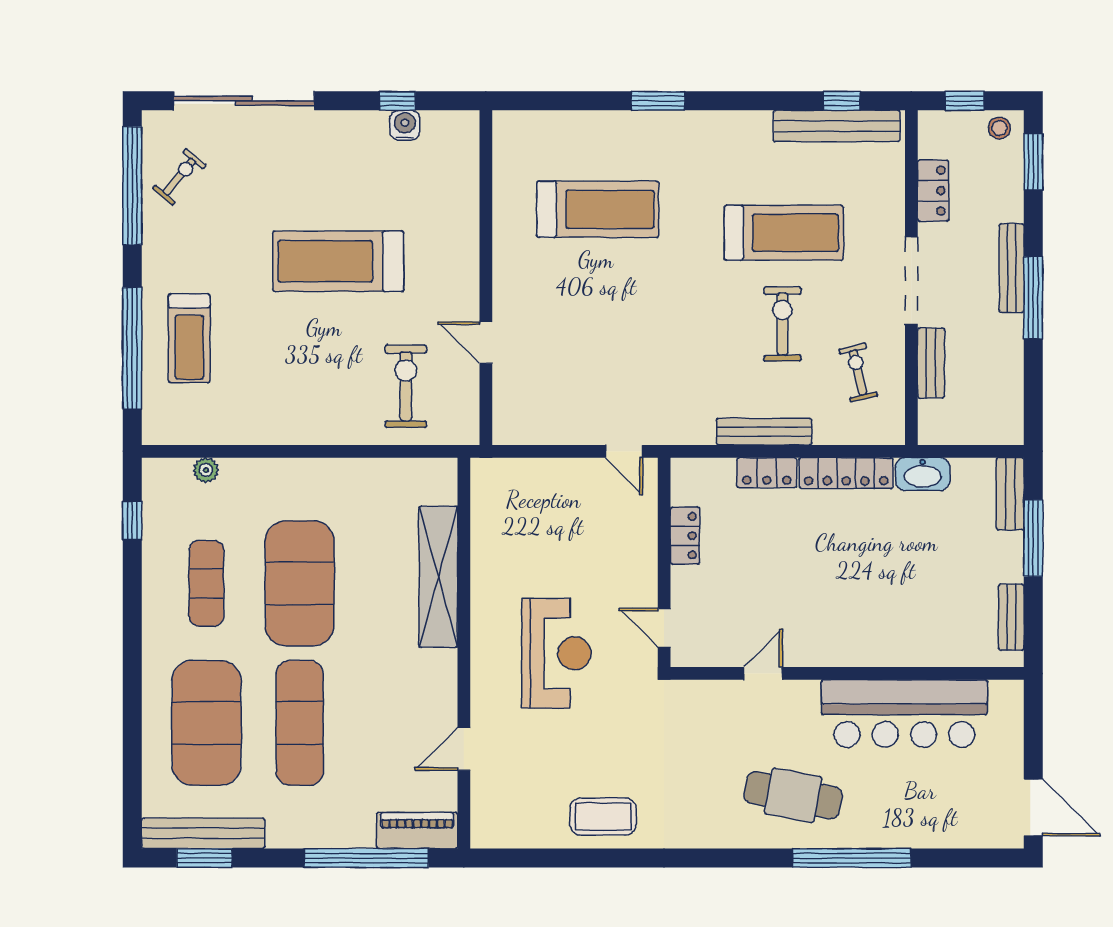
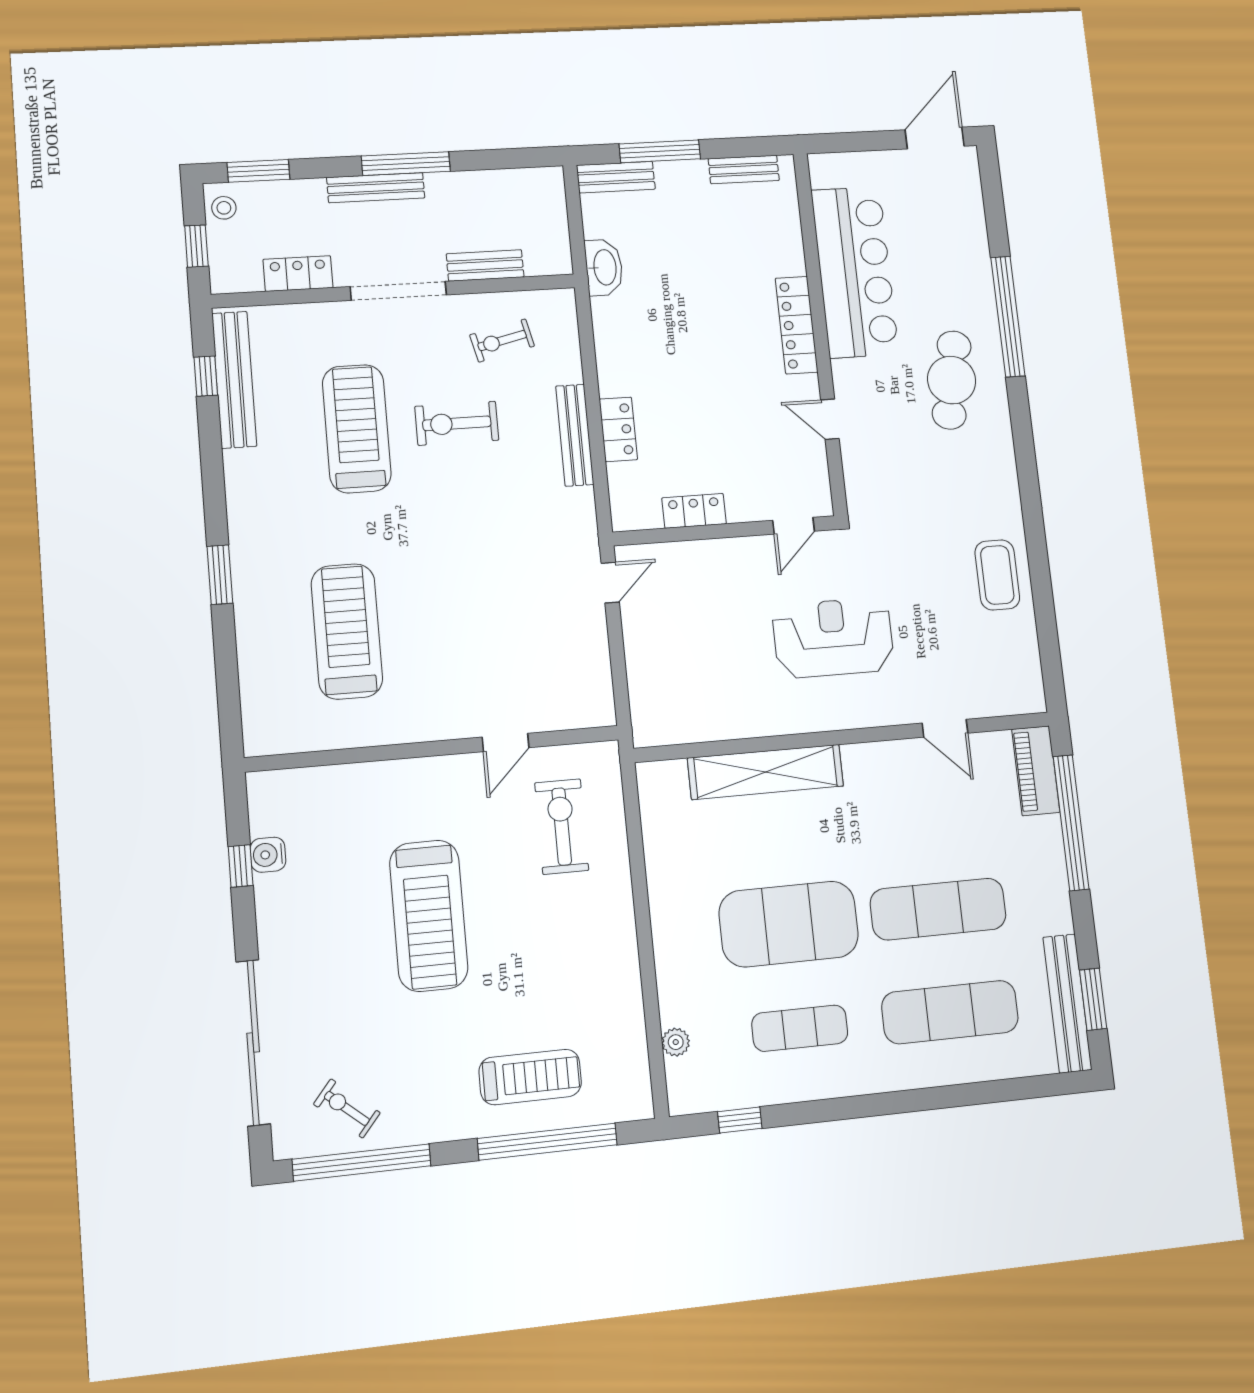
exercise bike: (406, 386) -> (562, 827), turned 90
locker: (846, 473) -> (797, 325), moved, turned 180
exercise mat: (206, 723) -> (950, 1012), width x0.68

